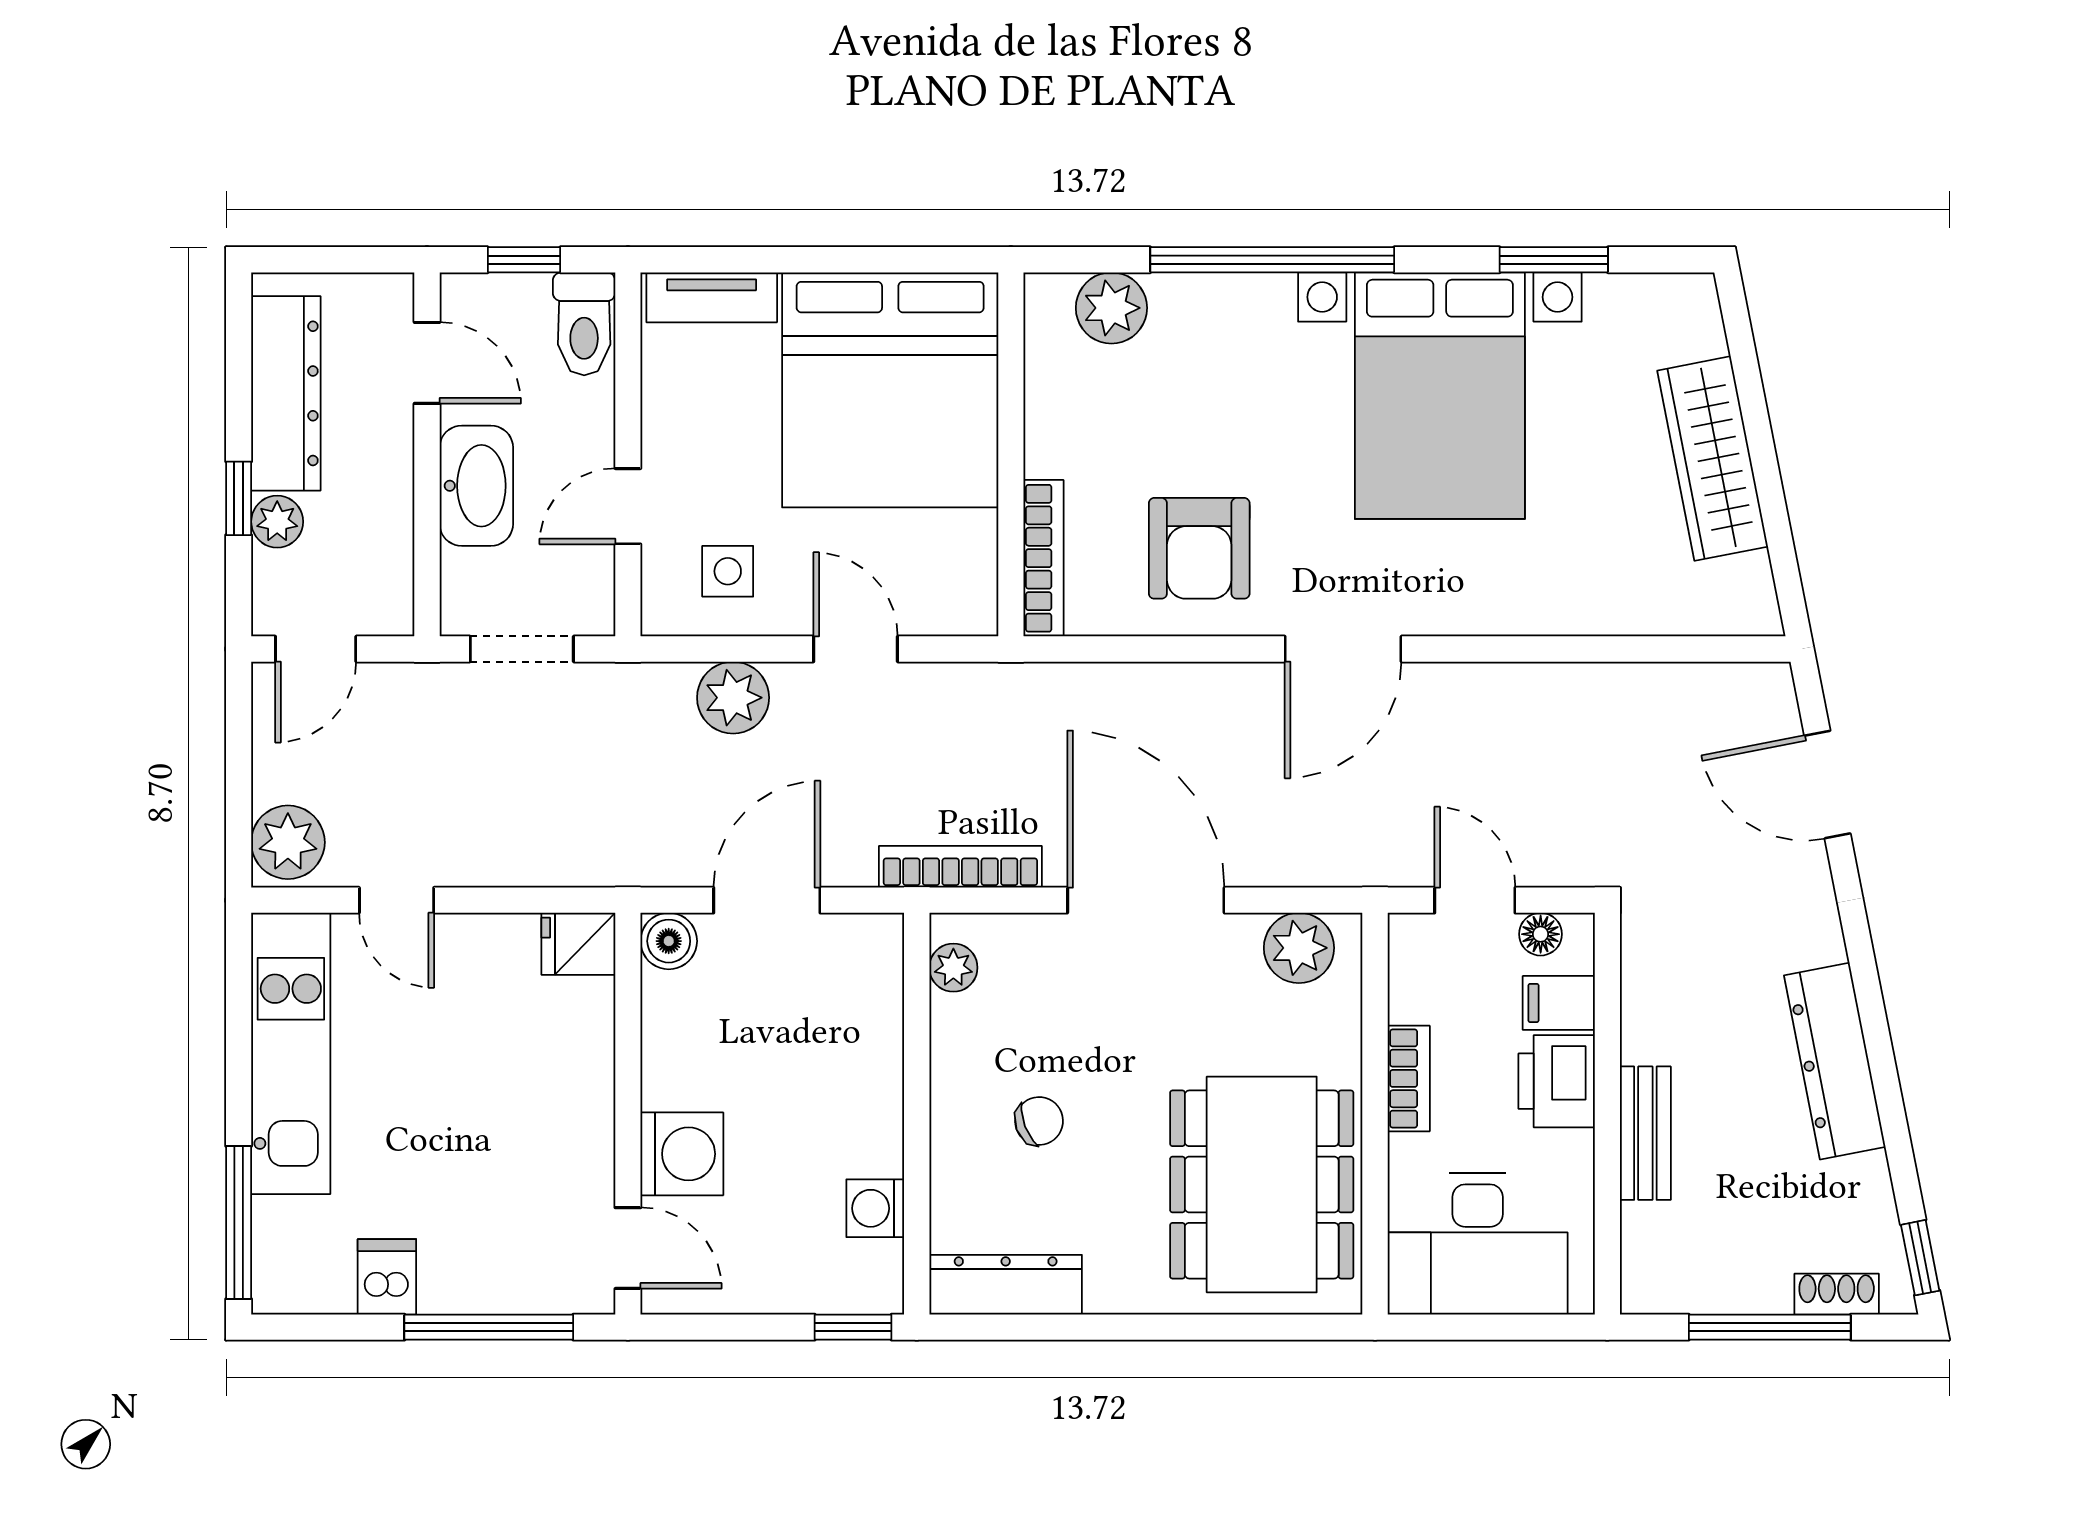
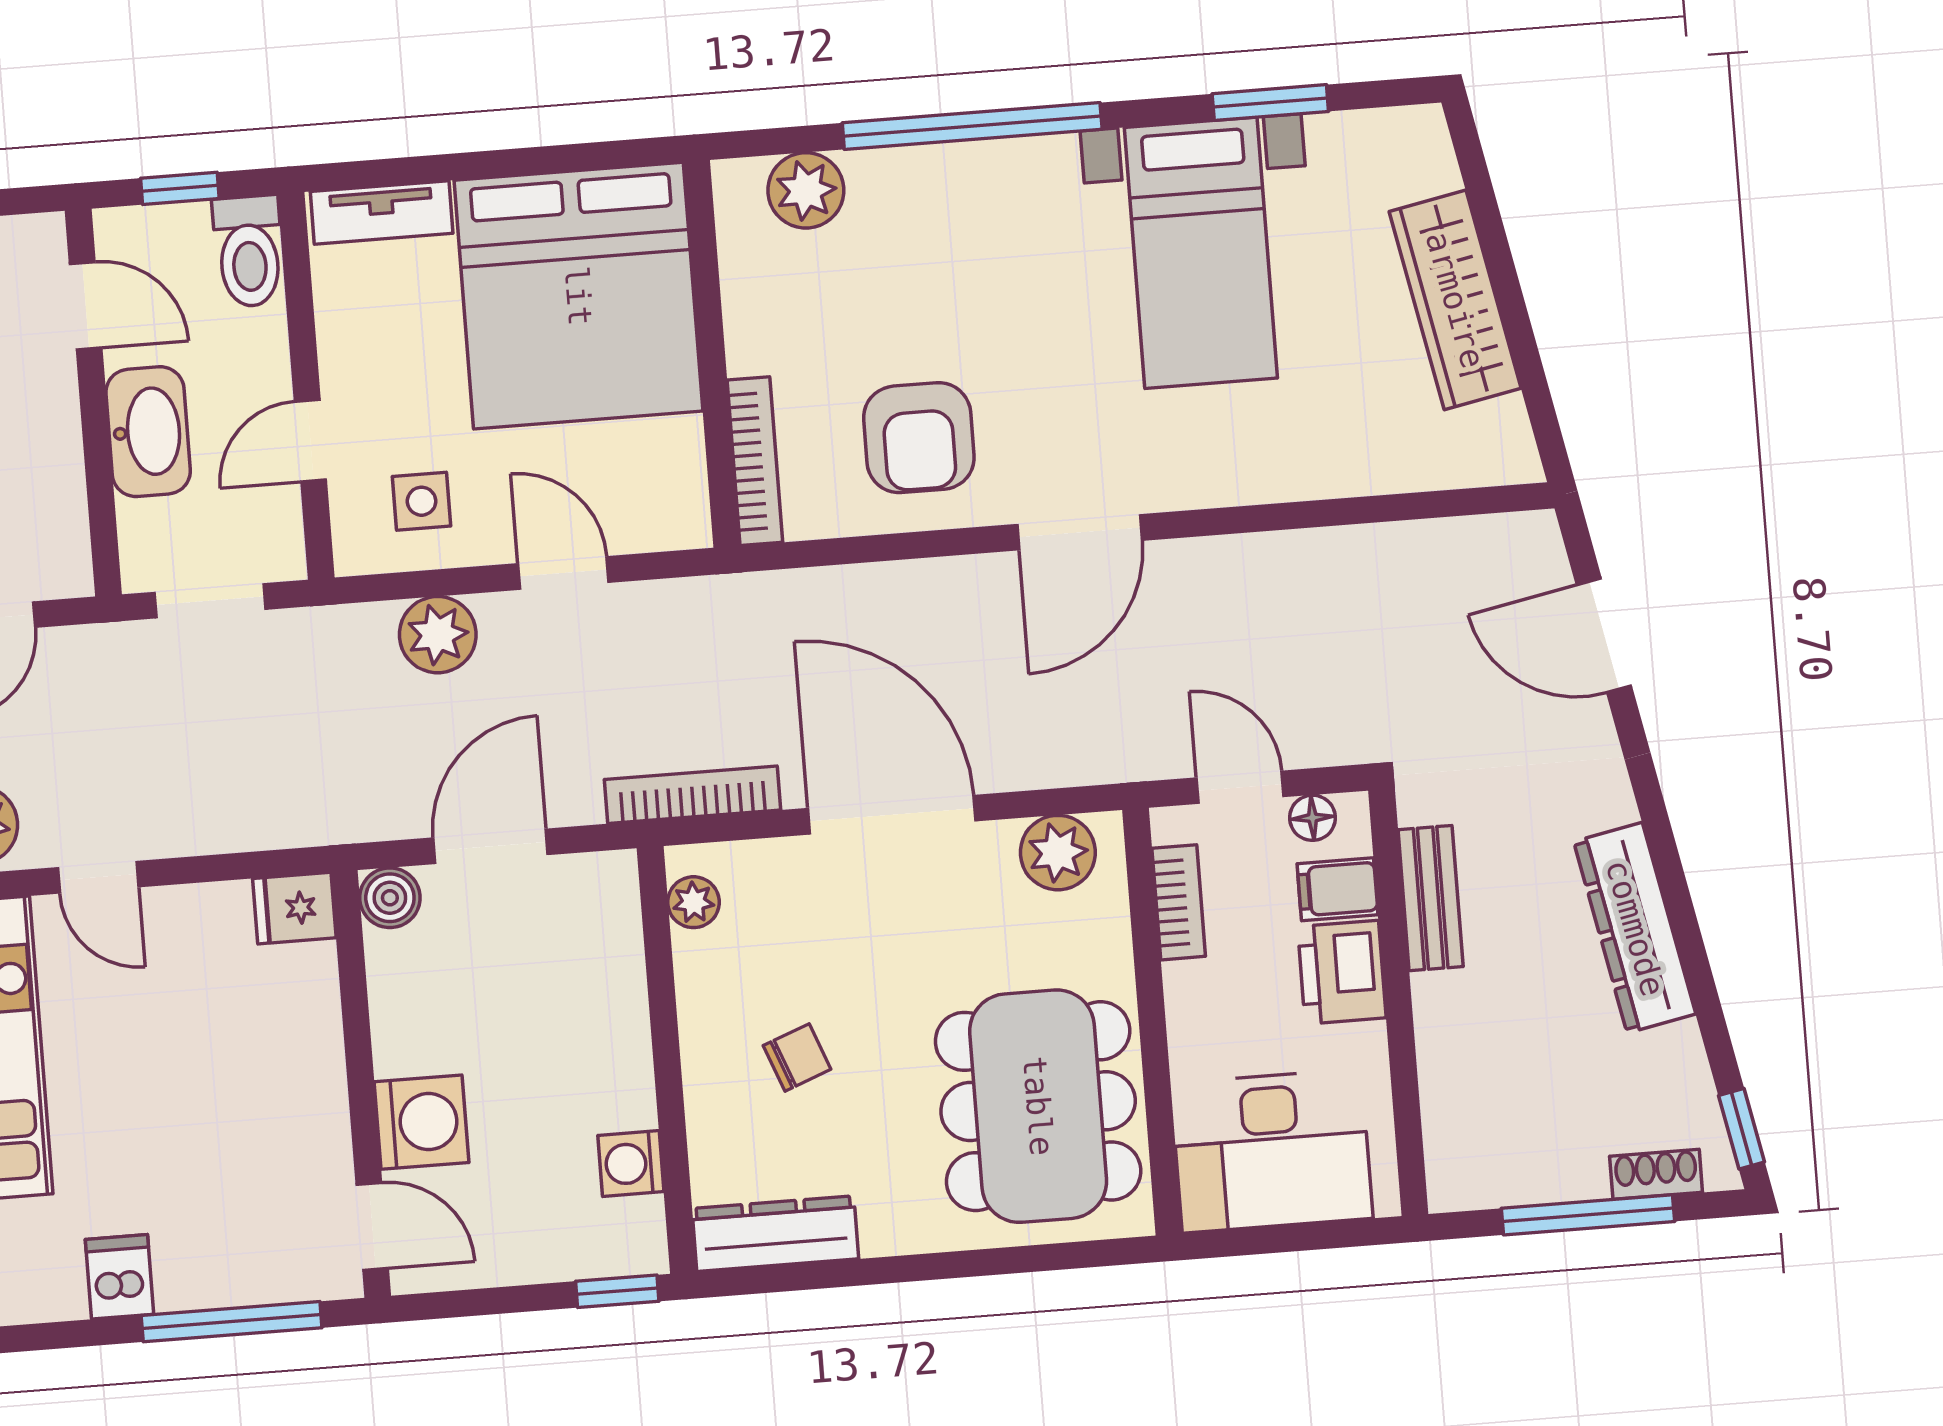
bed with nightstands: (1440, 396) -> (1201, 253), width x0.73
bookcase: (1409, 1078) -> (1179, 902), moved
bench: (1645, 1133) -> (1431, 898), moved

